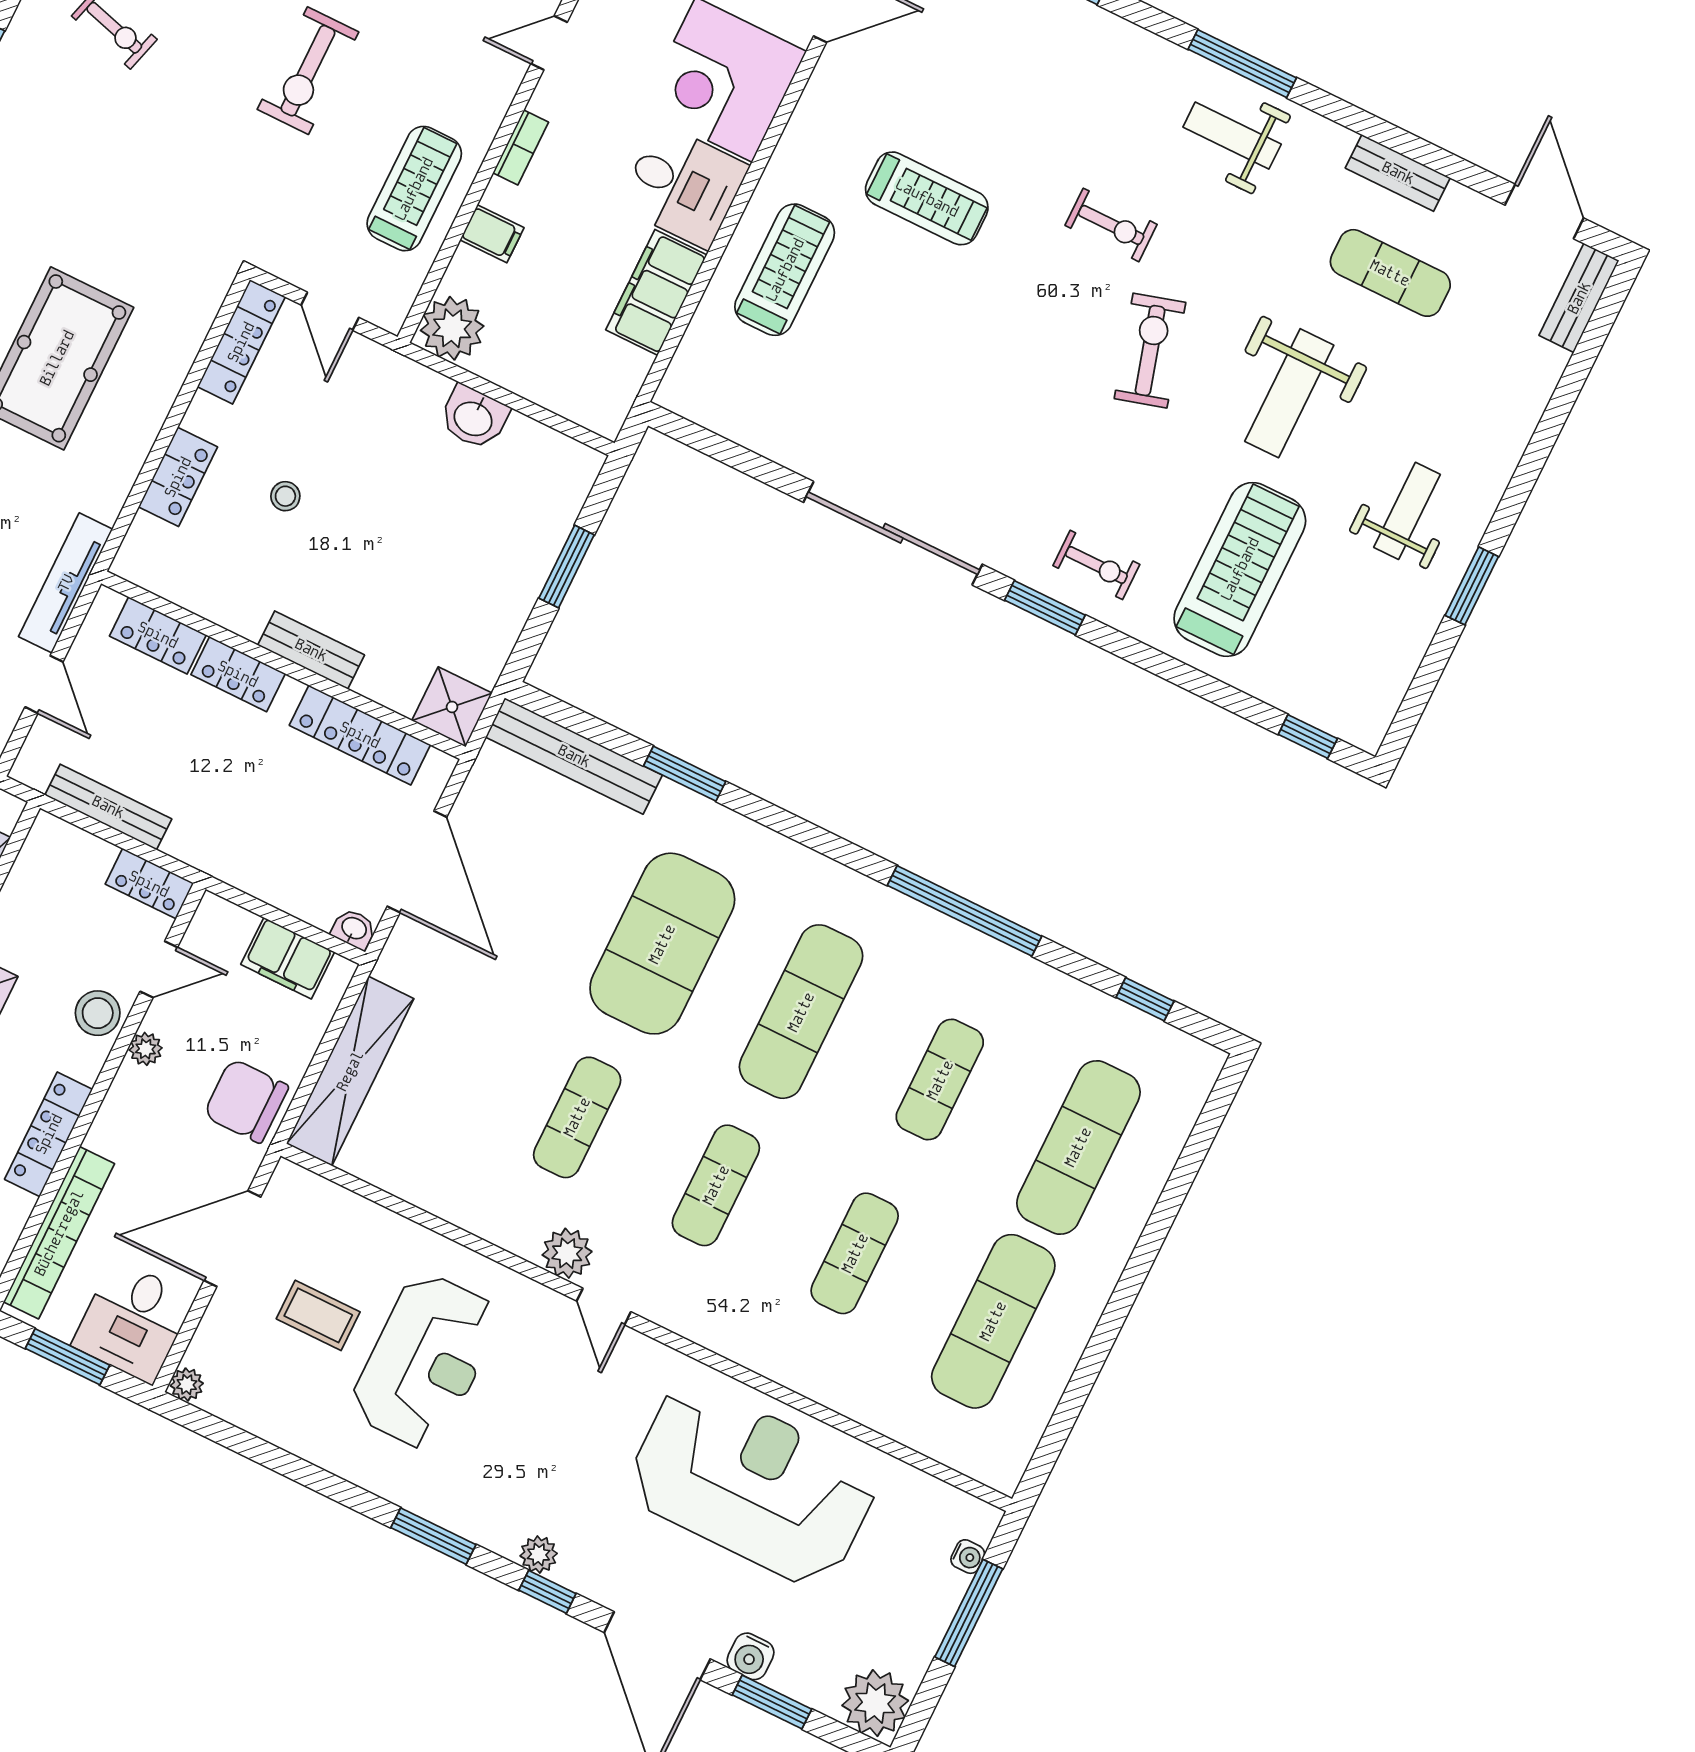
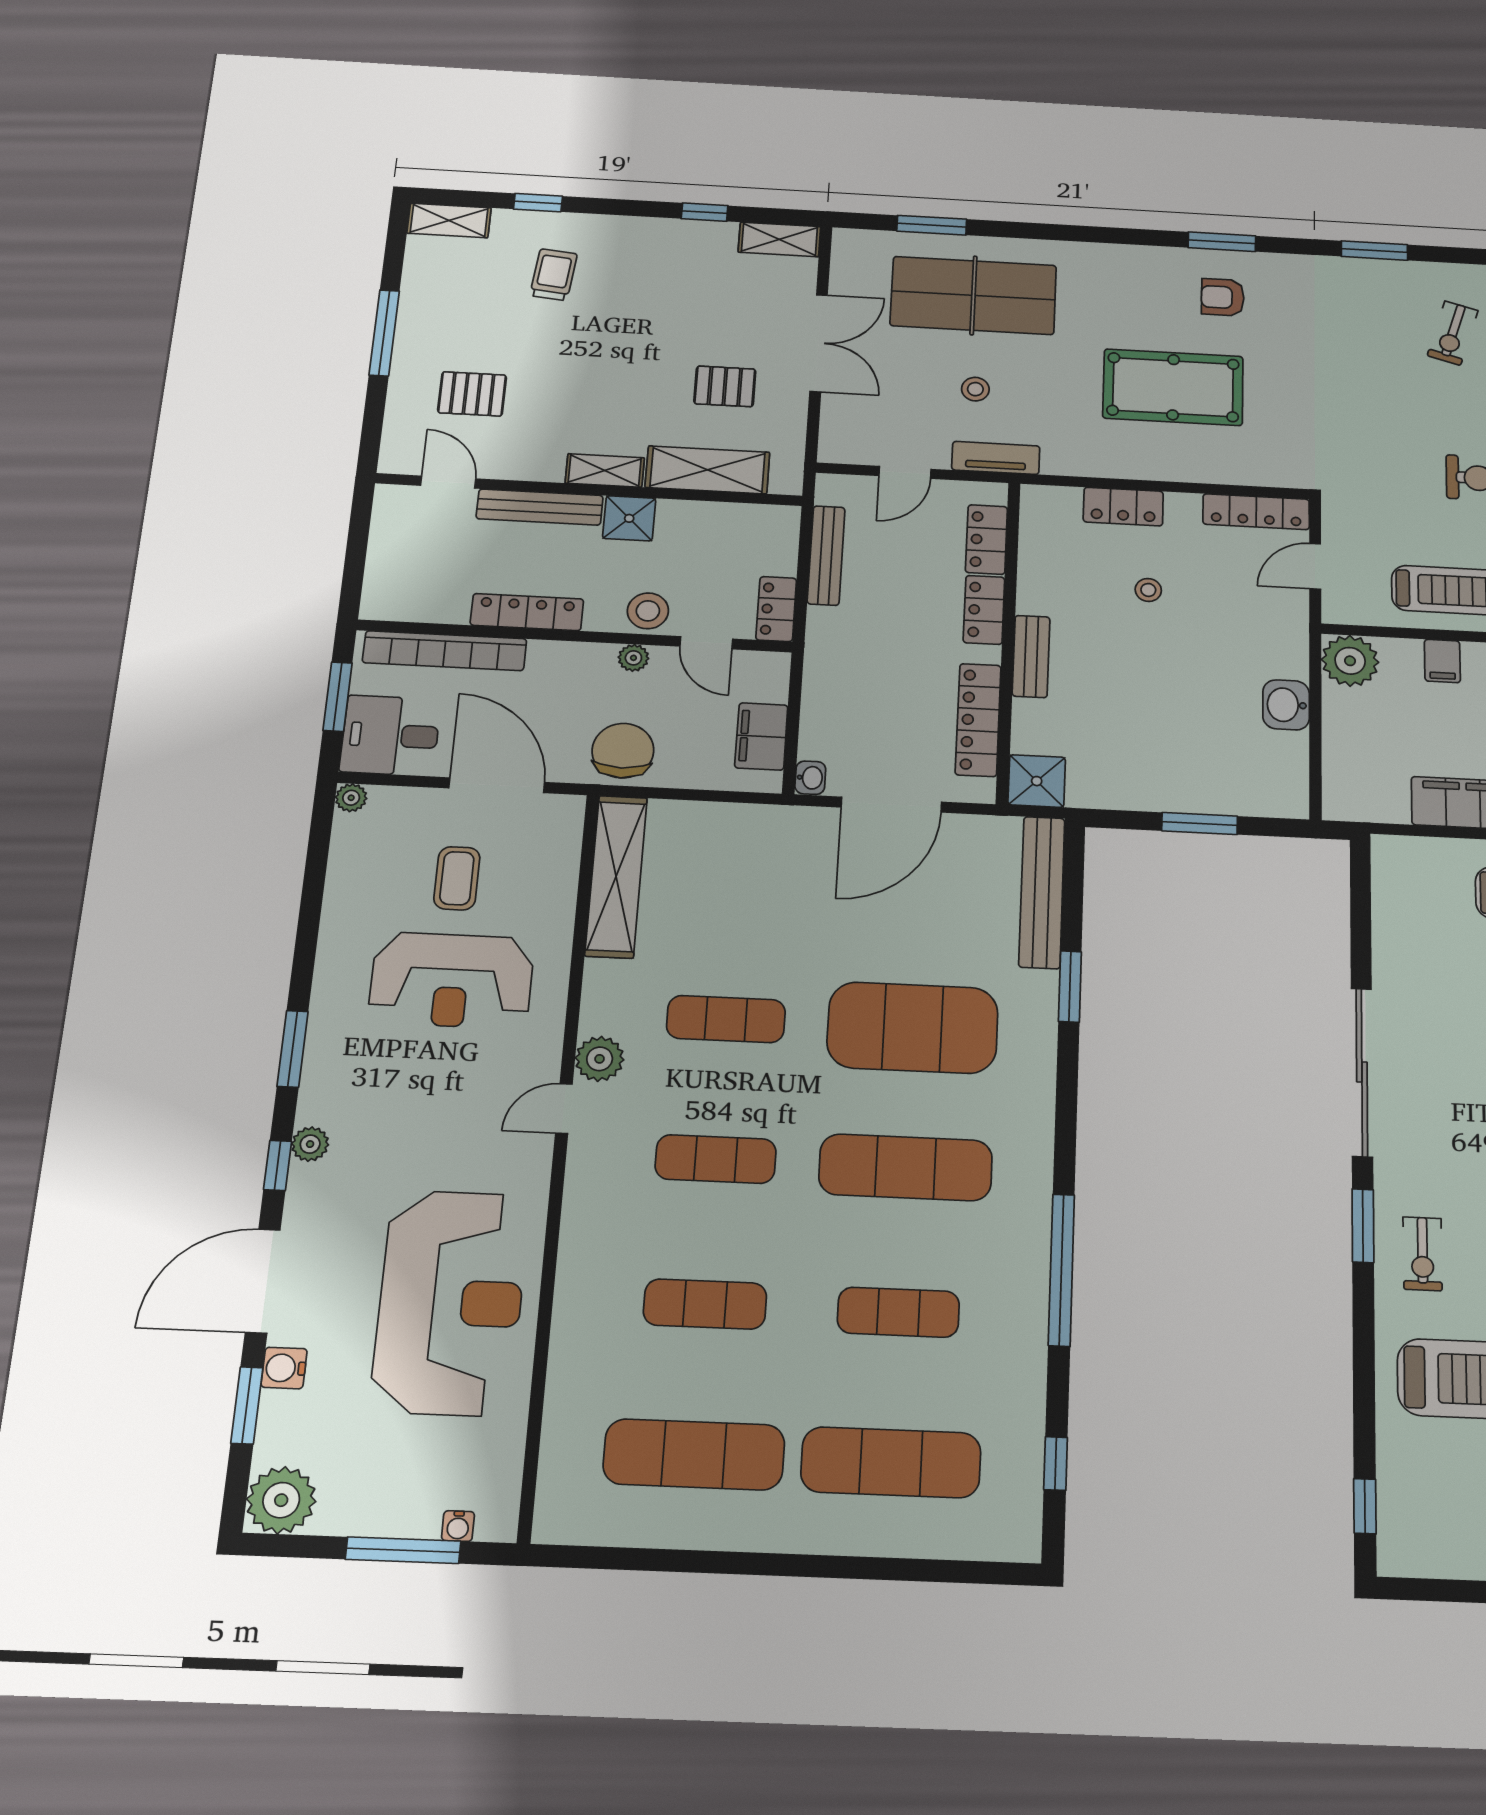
tv unit: (66, 583) -> (996, 458), width x0.71
shelving: (350, 1071) -> (616, 876), moved, turned 90

